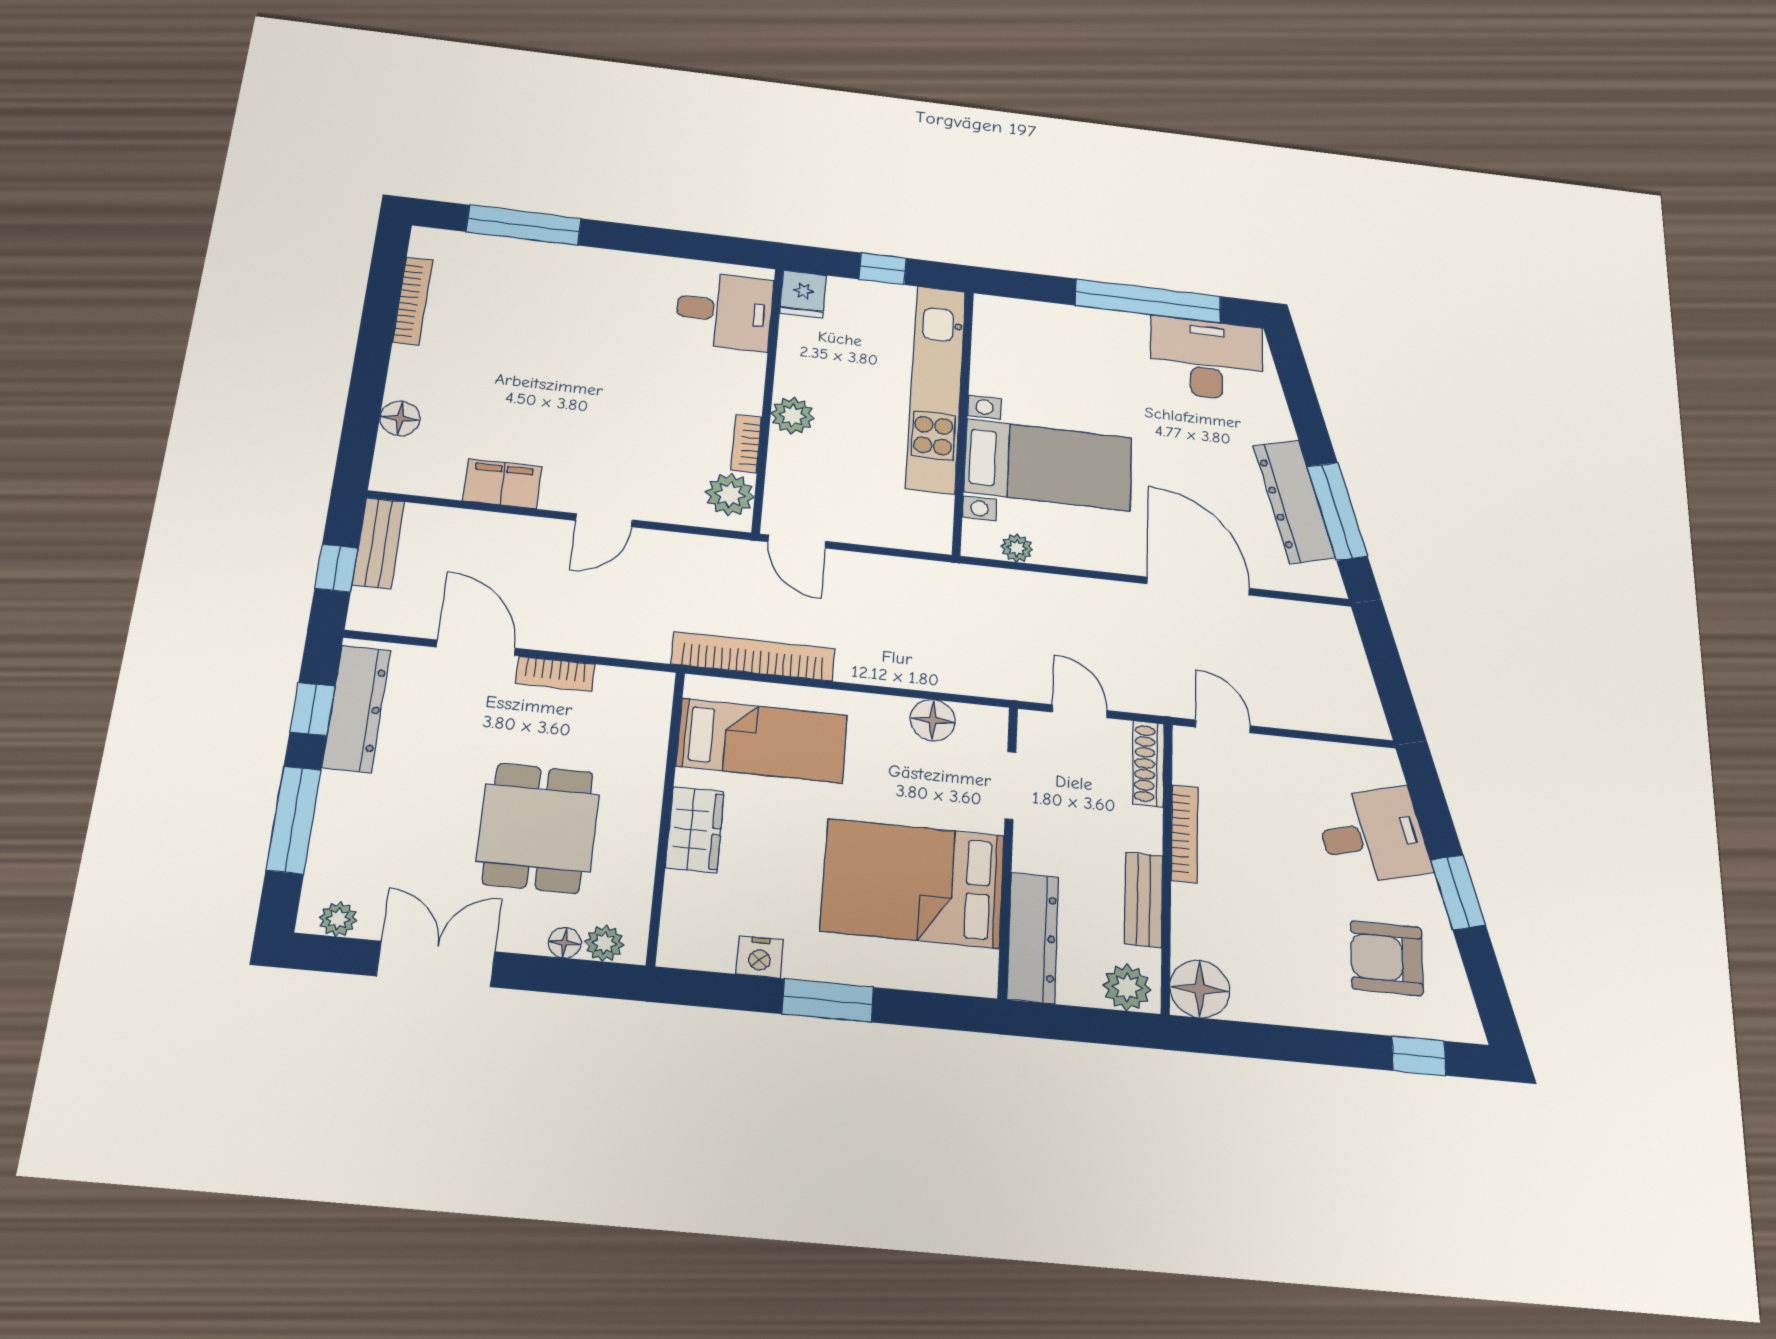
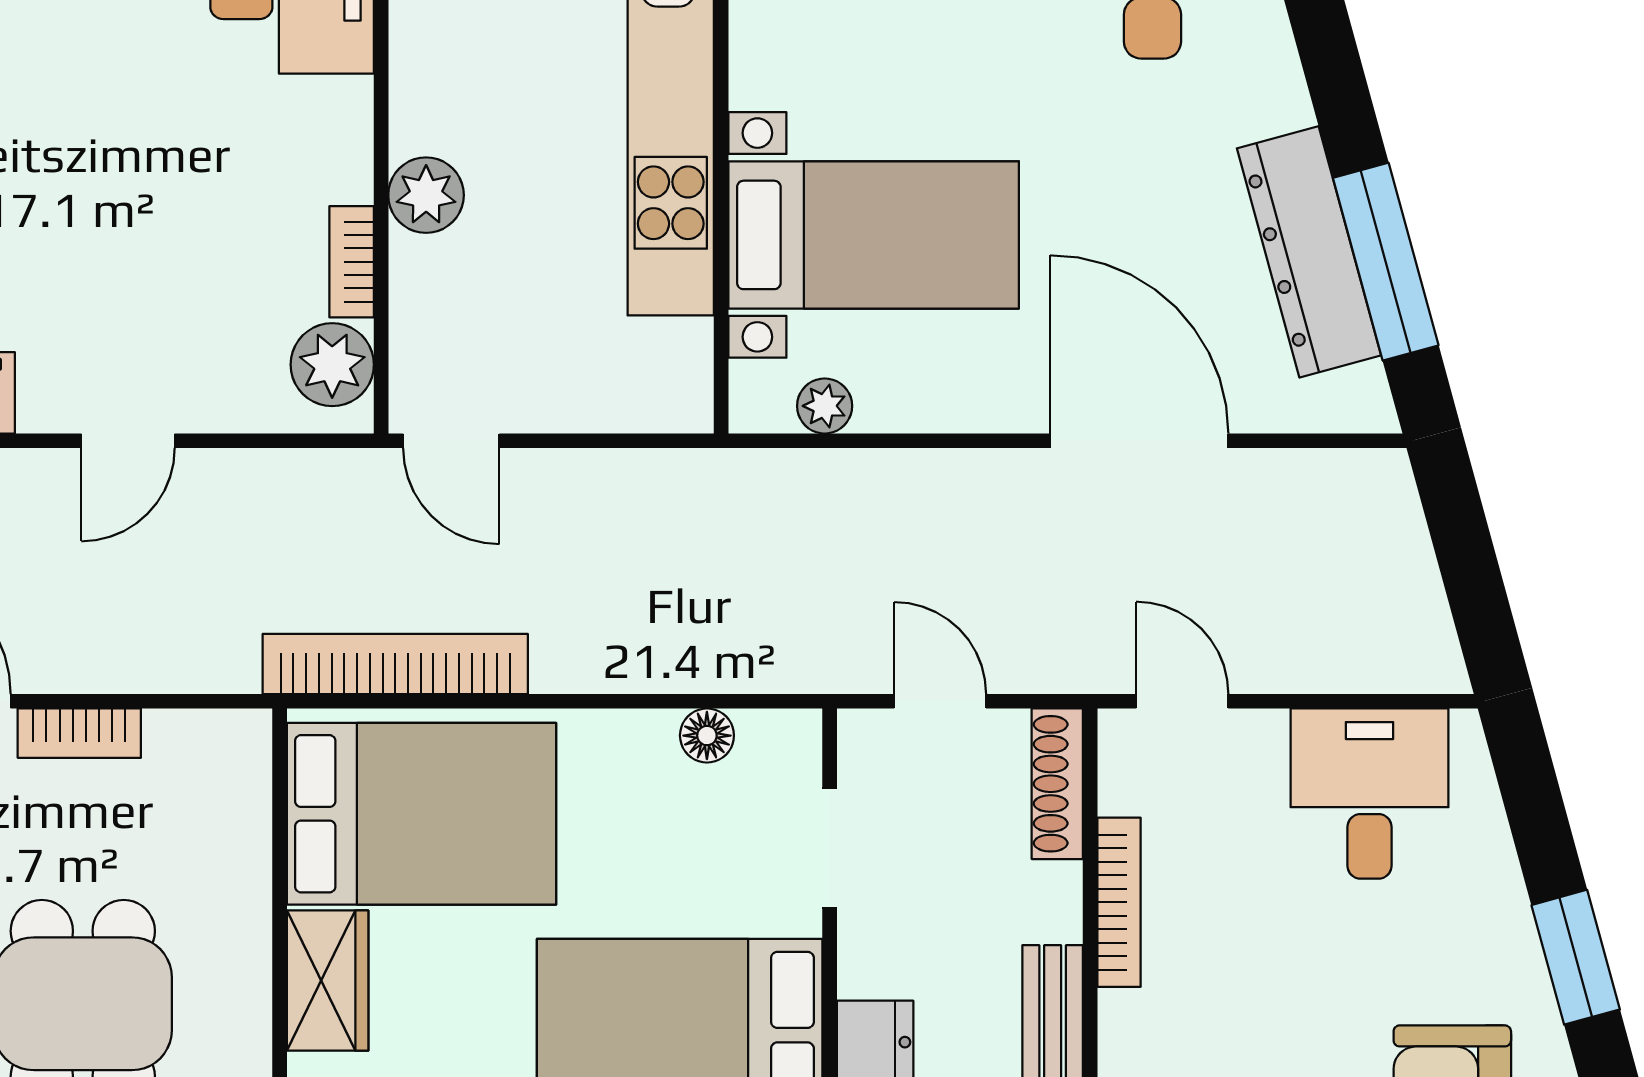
floor lamp: (933, 720) -> (707, 736), width x0.73, depth x0.73
bed: (762, 741) -> (422, 814), width x1.50
desk: (1373, 836) -> (1370, 794), moved, turned -75

